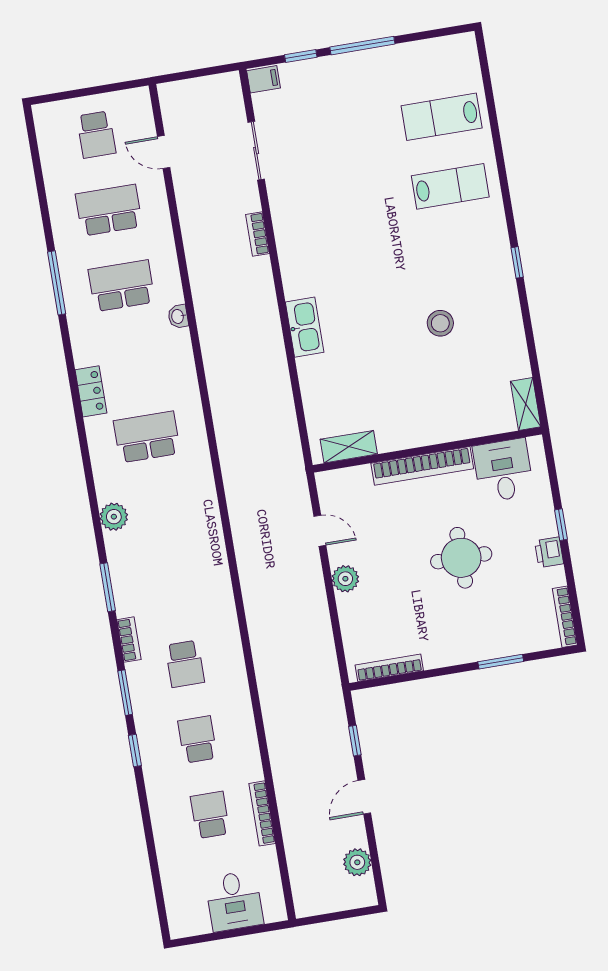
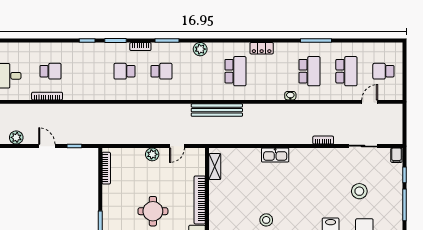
stool: (350, 143) -> (359, 191), added
bench: (233, 462) -> (217, 110), added
school desk: (197, 739) -> (161, 71), moved

